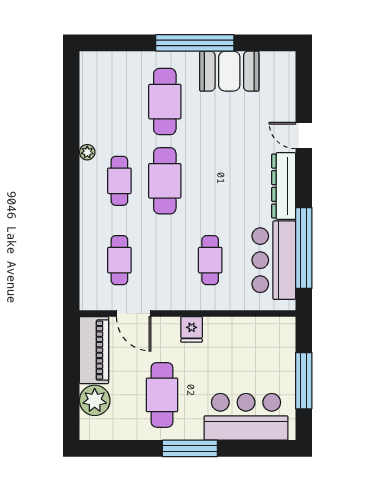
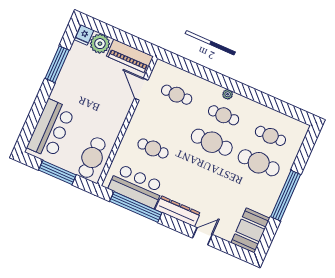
booth: (229, 71) -> (250, 230), moved
cafe table: (119, 102) -> (270, 136), added
plant: (87, 152) -> (228, 94), moved
door: (134, 314) -> (141, 89), hinge flipped
fridge: (192, 329) -> (84, 35), moved, turned -90
cafe table: (162, 395) -> (92, 158), moved, turned 90
window: (190, 448) -> (57, 64), moved

